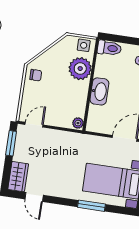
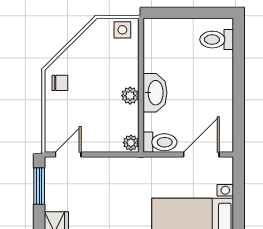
toilet: (109, 48) -> (160, 142), moved
plant: (80, 69) -> (130, 96), moved, width x0.53, depth x0.53

